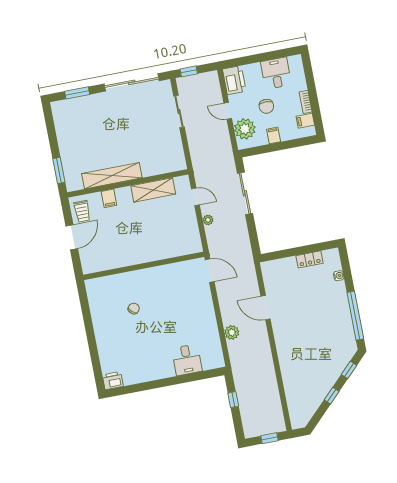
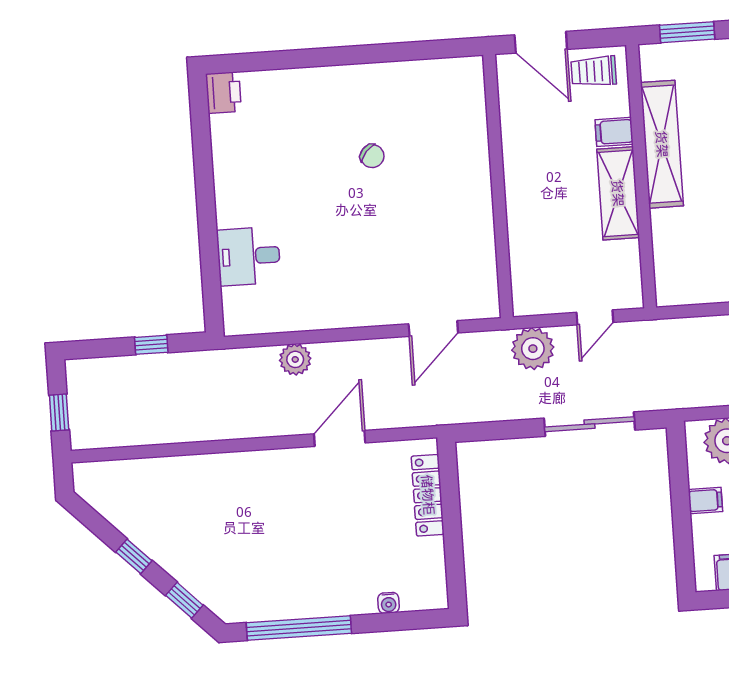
shelving: (153, 190) -> (618, 193), moved
plant: (208, 220) -> (533, 349), width x1.88, depth x1.88
locker: (310, 259) -> (428, 495), moved, width x1.53
wall: (144, 266) -> (498, 186), moved

